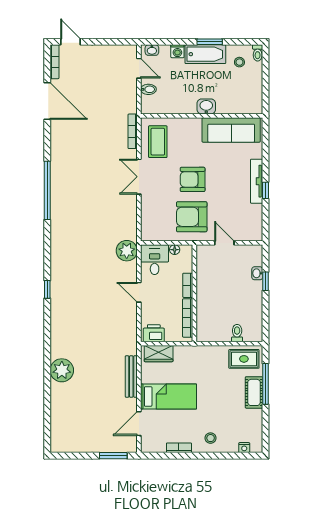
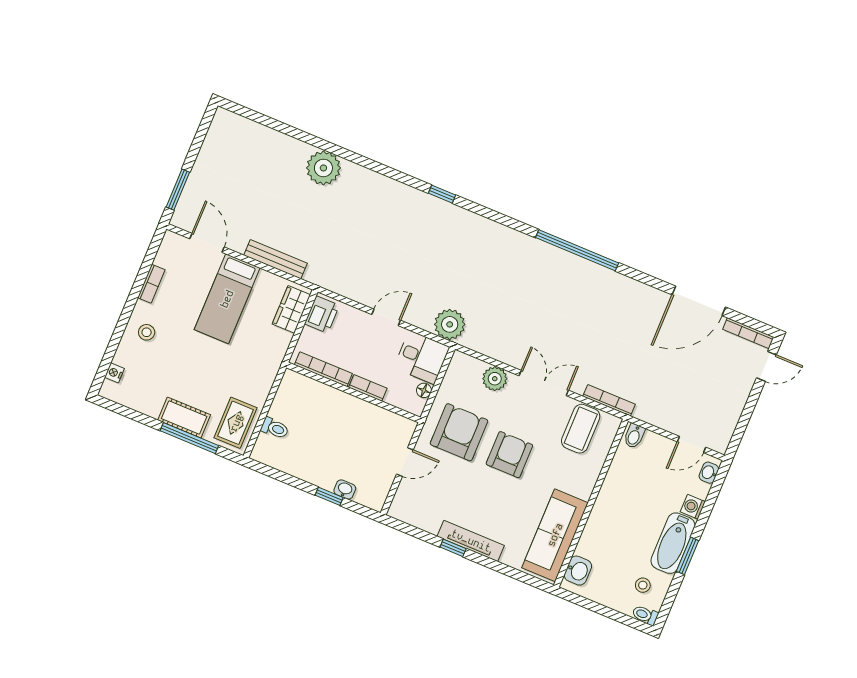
bidet: (148, 89) -> (634, 436), moved
washbasin: (206, 106) -> (578, 571), moved
coffee table: (158, 142) -> (581, 429), turned 90
plant: (149, 208) -> (495, 379), added

